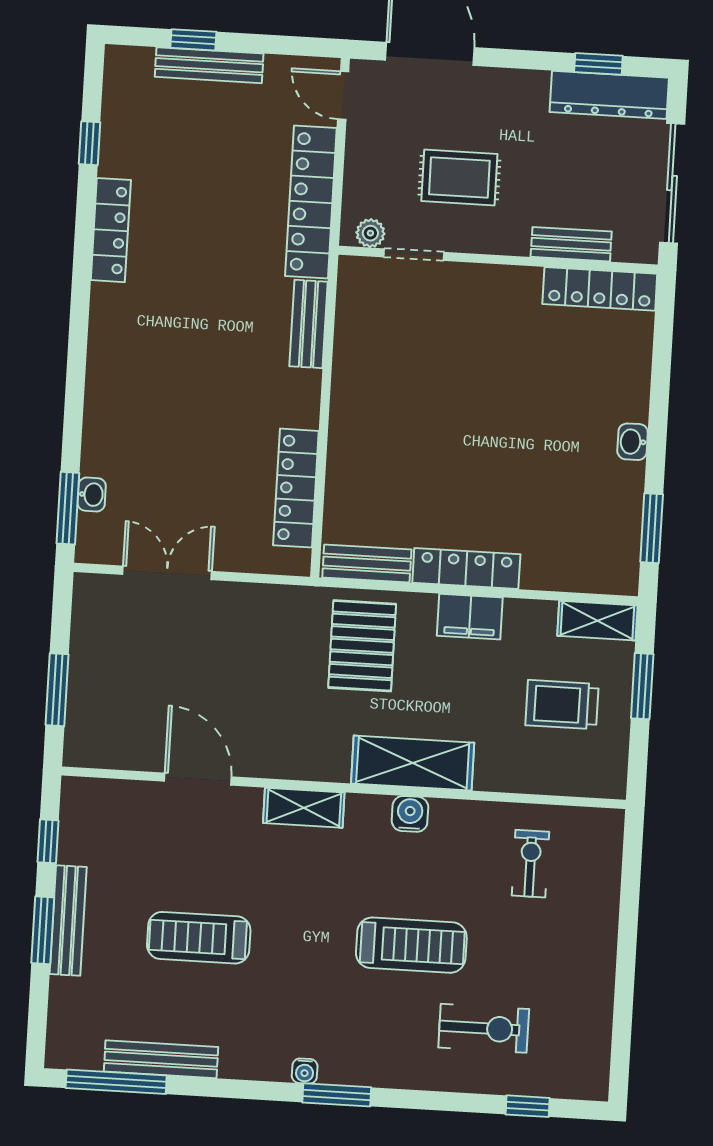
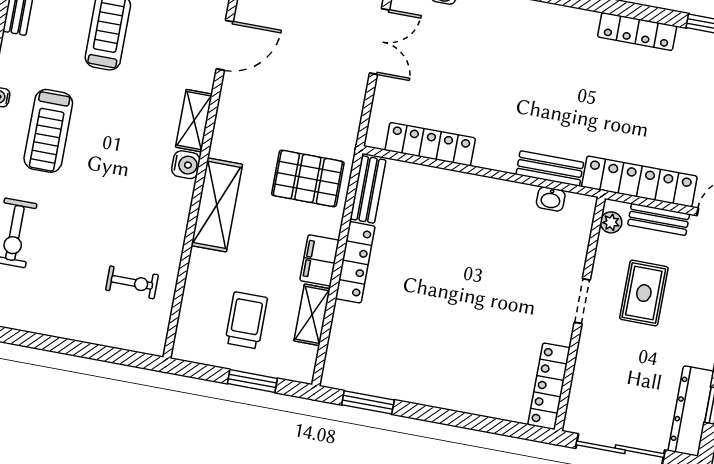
bench: (571, 244) -> (659, 219), moved, turned 90
doorway: (414, 255) -> (582, 301), moved
washbasin: (633, 442) -> (551, 199), moved, turned 180
shelving: (597, 621) -> (312, 315), moved
water cooler: (410, 814) -> (186, 165), moved
treadmill: (411, 945) -> (48, 131), moved

